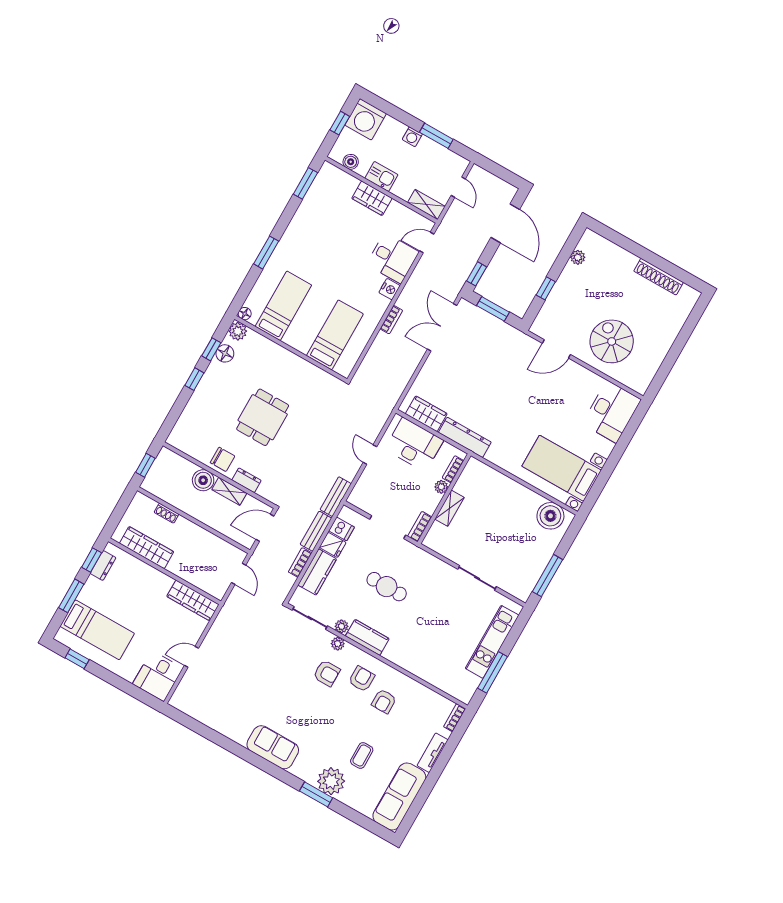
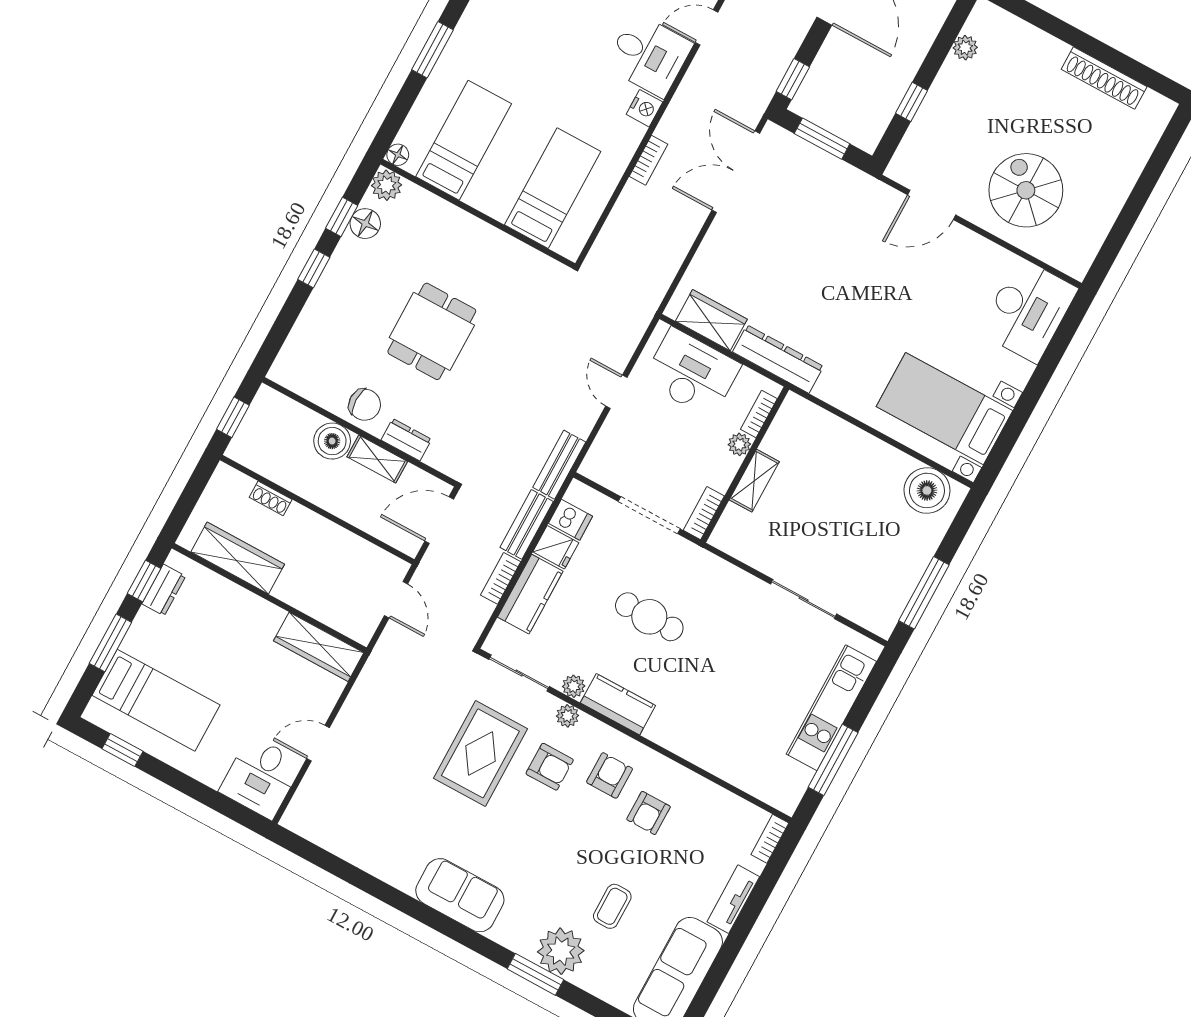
rug: (286, 665) -> (480, 753), added

